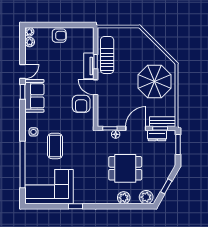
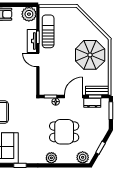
plant: (86, 36) -> (29, 14), added
armchair: (81, 104) -> (25, 75), removed
plant: (124, 198) -> (51, 158), moved

